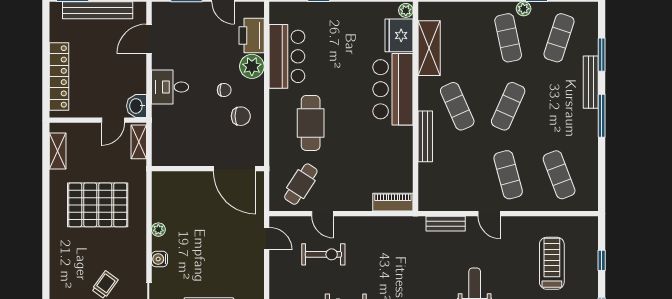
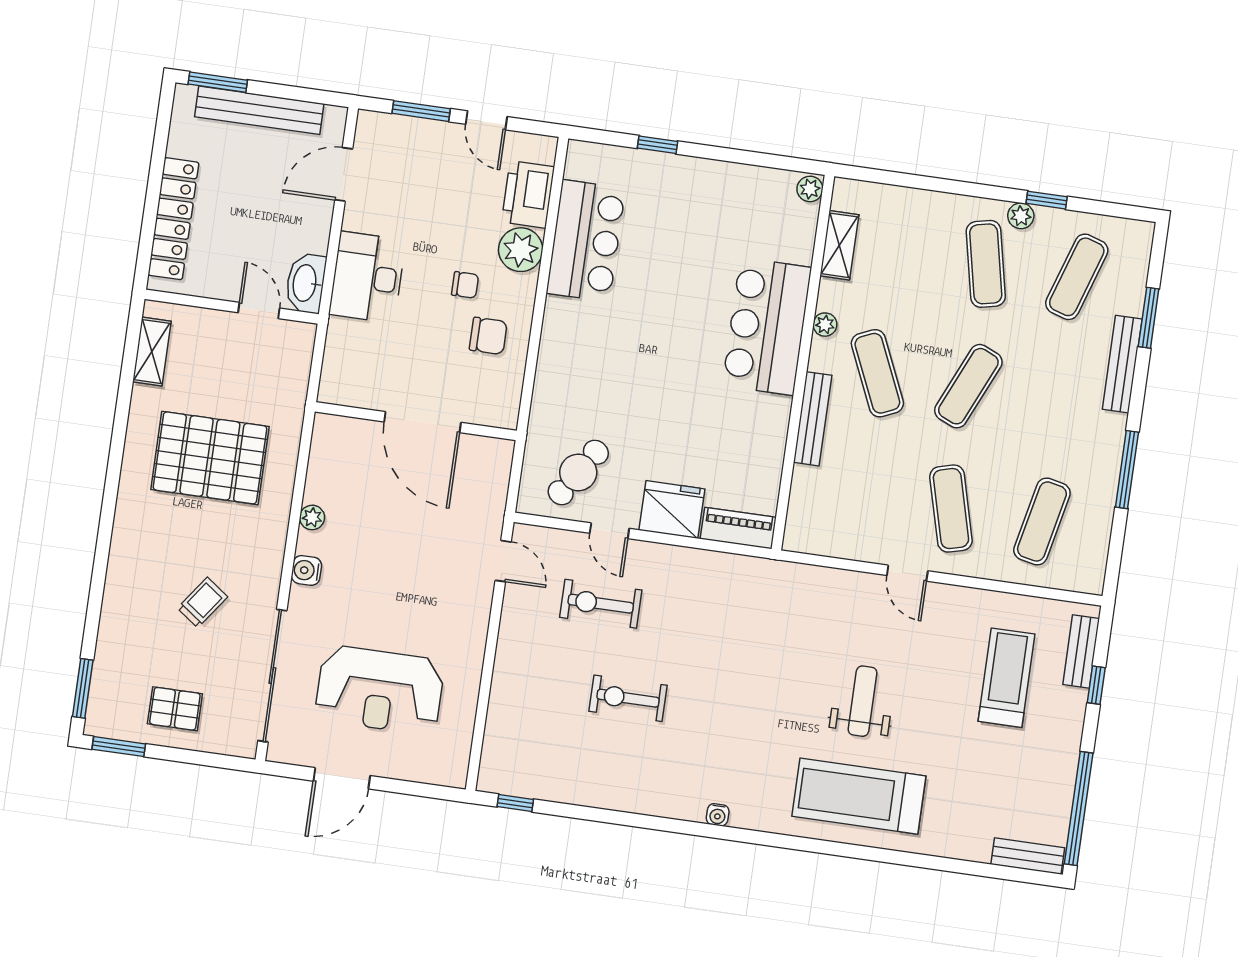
fridge: (399, 35) -> (672, 510), moved, turned 90
shelving: (429, 48) -> (839, 245), width x0.67, depth x0.75
plant: (425, 84) -> (825, 325), added
desk: (170, 87) -> (367, 277), width x1.37
washbasin: (137, 106) -> (306, 283), width x1.38
window: (602, 116) -> (1127, 470), moved
door: (113, 120) -> (259, 310), swing flipped
cafe table: (311, 123) -> (611, 366), removed
shelving: (139, 142) -> (299, 356), removed
door: (235, 169) -> (422, 422), moved
exercise mat: (559, 175) -> (1042, 521), turned 33
bench: (446, 224) -> (1081, 651), moved, turned 90
exercise bike: (323, 254) -> (601, 604), turned 180

